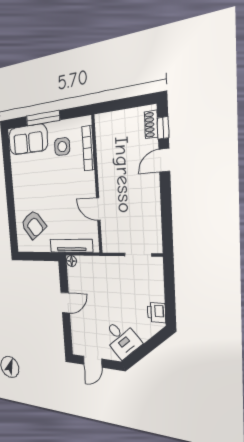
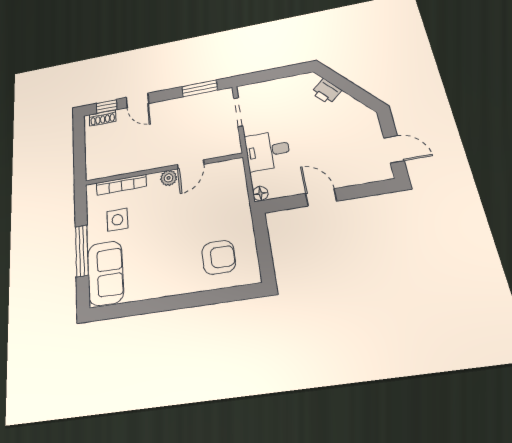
plant: (89, 190) -> (169, 178), added
window: (167, 223) -> (200, 88), added
armchair: (33, 225) -> (219, 257), turned 38
tv unit: (71, 246) -> (240, 196), removed
printer: (156, 313) -> (326, 91), moved, turned 49
desk: (122, 339) -> (268, 151), moved, turned -139

